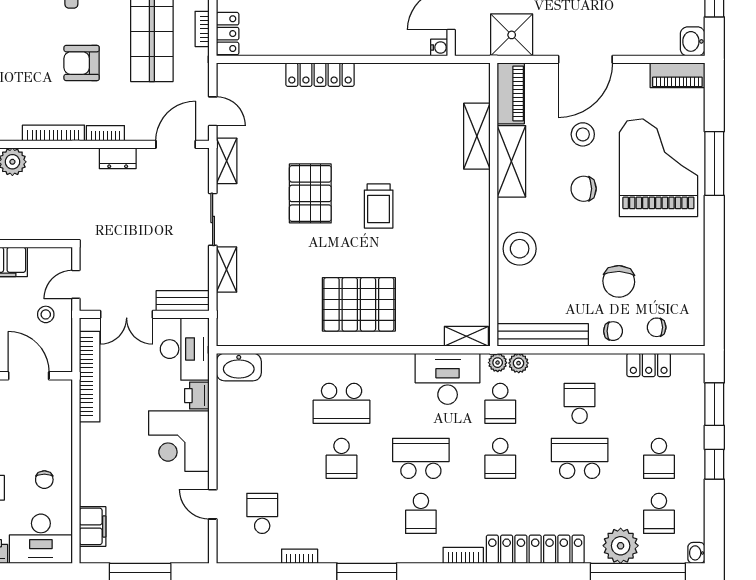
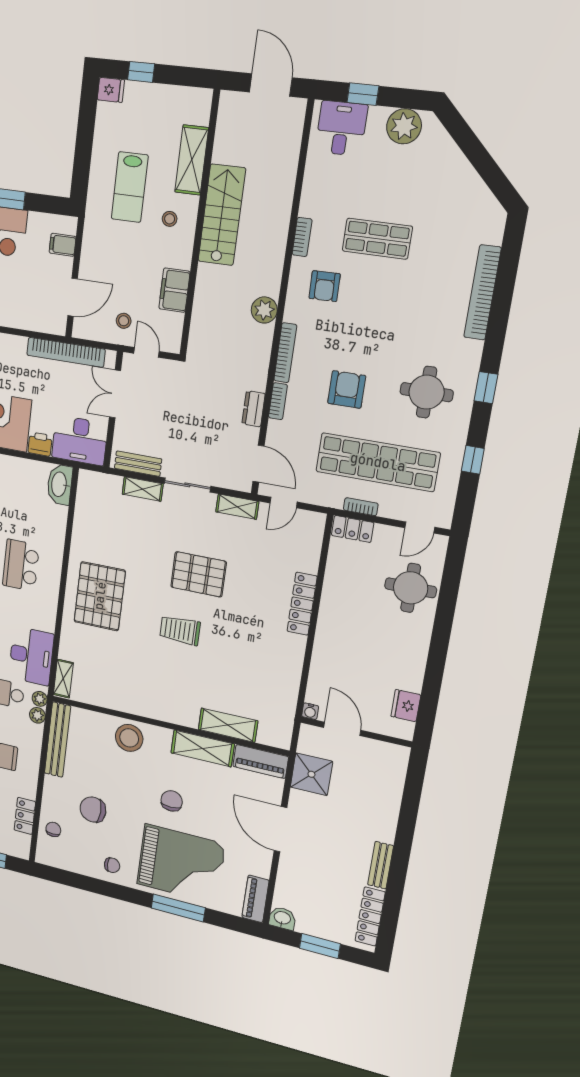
stool: (583, 134) -> (217, 811), removed
bench: (183, 301) -> (138, 464), moved, turned 90
chair: (613, 331) -> (112, 865), moved, turned -90

